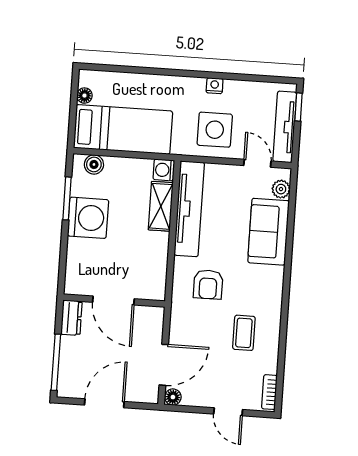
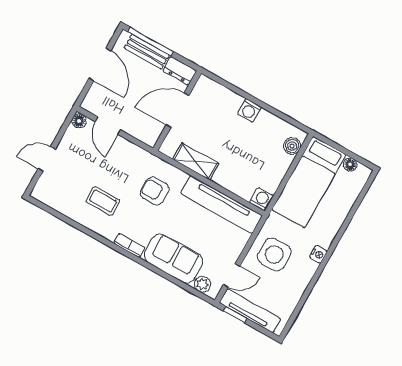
nightstand: (215, 86) -> (318, 254), moved
window: (298, 107) -> (235, 315), moved
window: (67, 198) -> (276, 112), removed
shelving: (161, 206) -> (196, 161), moved
washing machine: (88, 218) -> (249, 110), width x0.53, depth x0.53
bench: (68, 361) -> (147, 52), added
door: (164, 365) -> (108, 126), width x0.73
bookcase: (269, 392) -> (129, 245), moved

